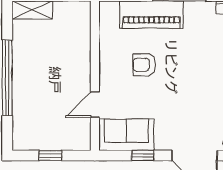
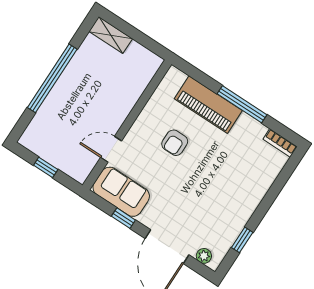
armchair: (144, 65) -> (175, 143), turned -90

